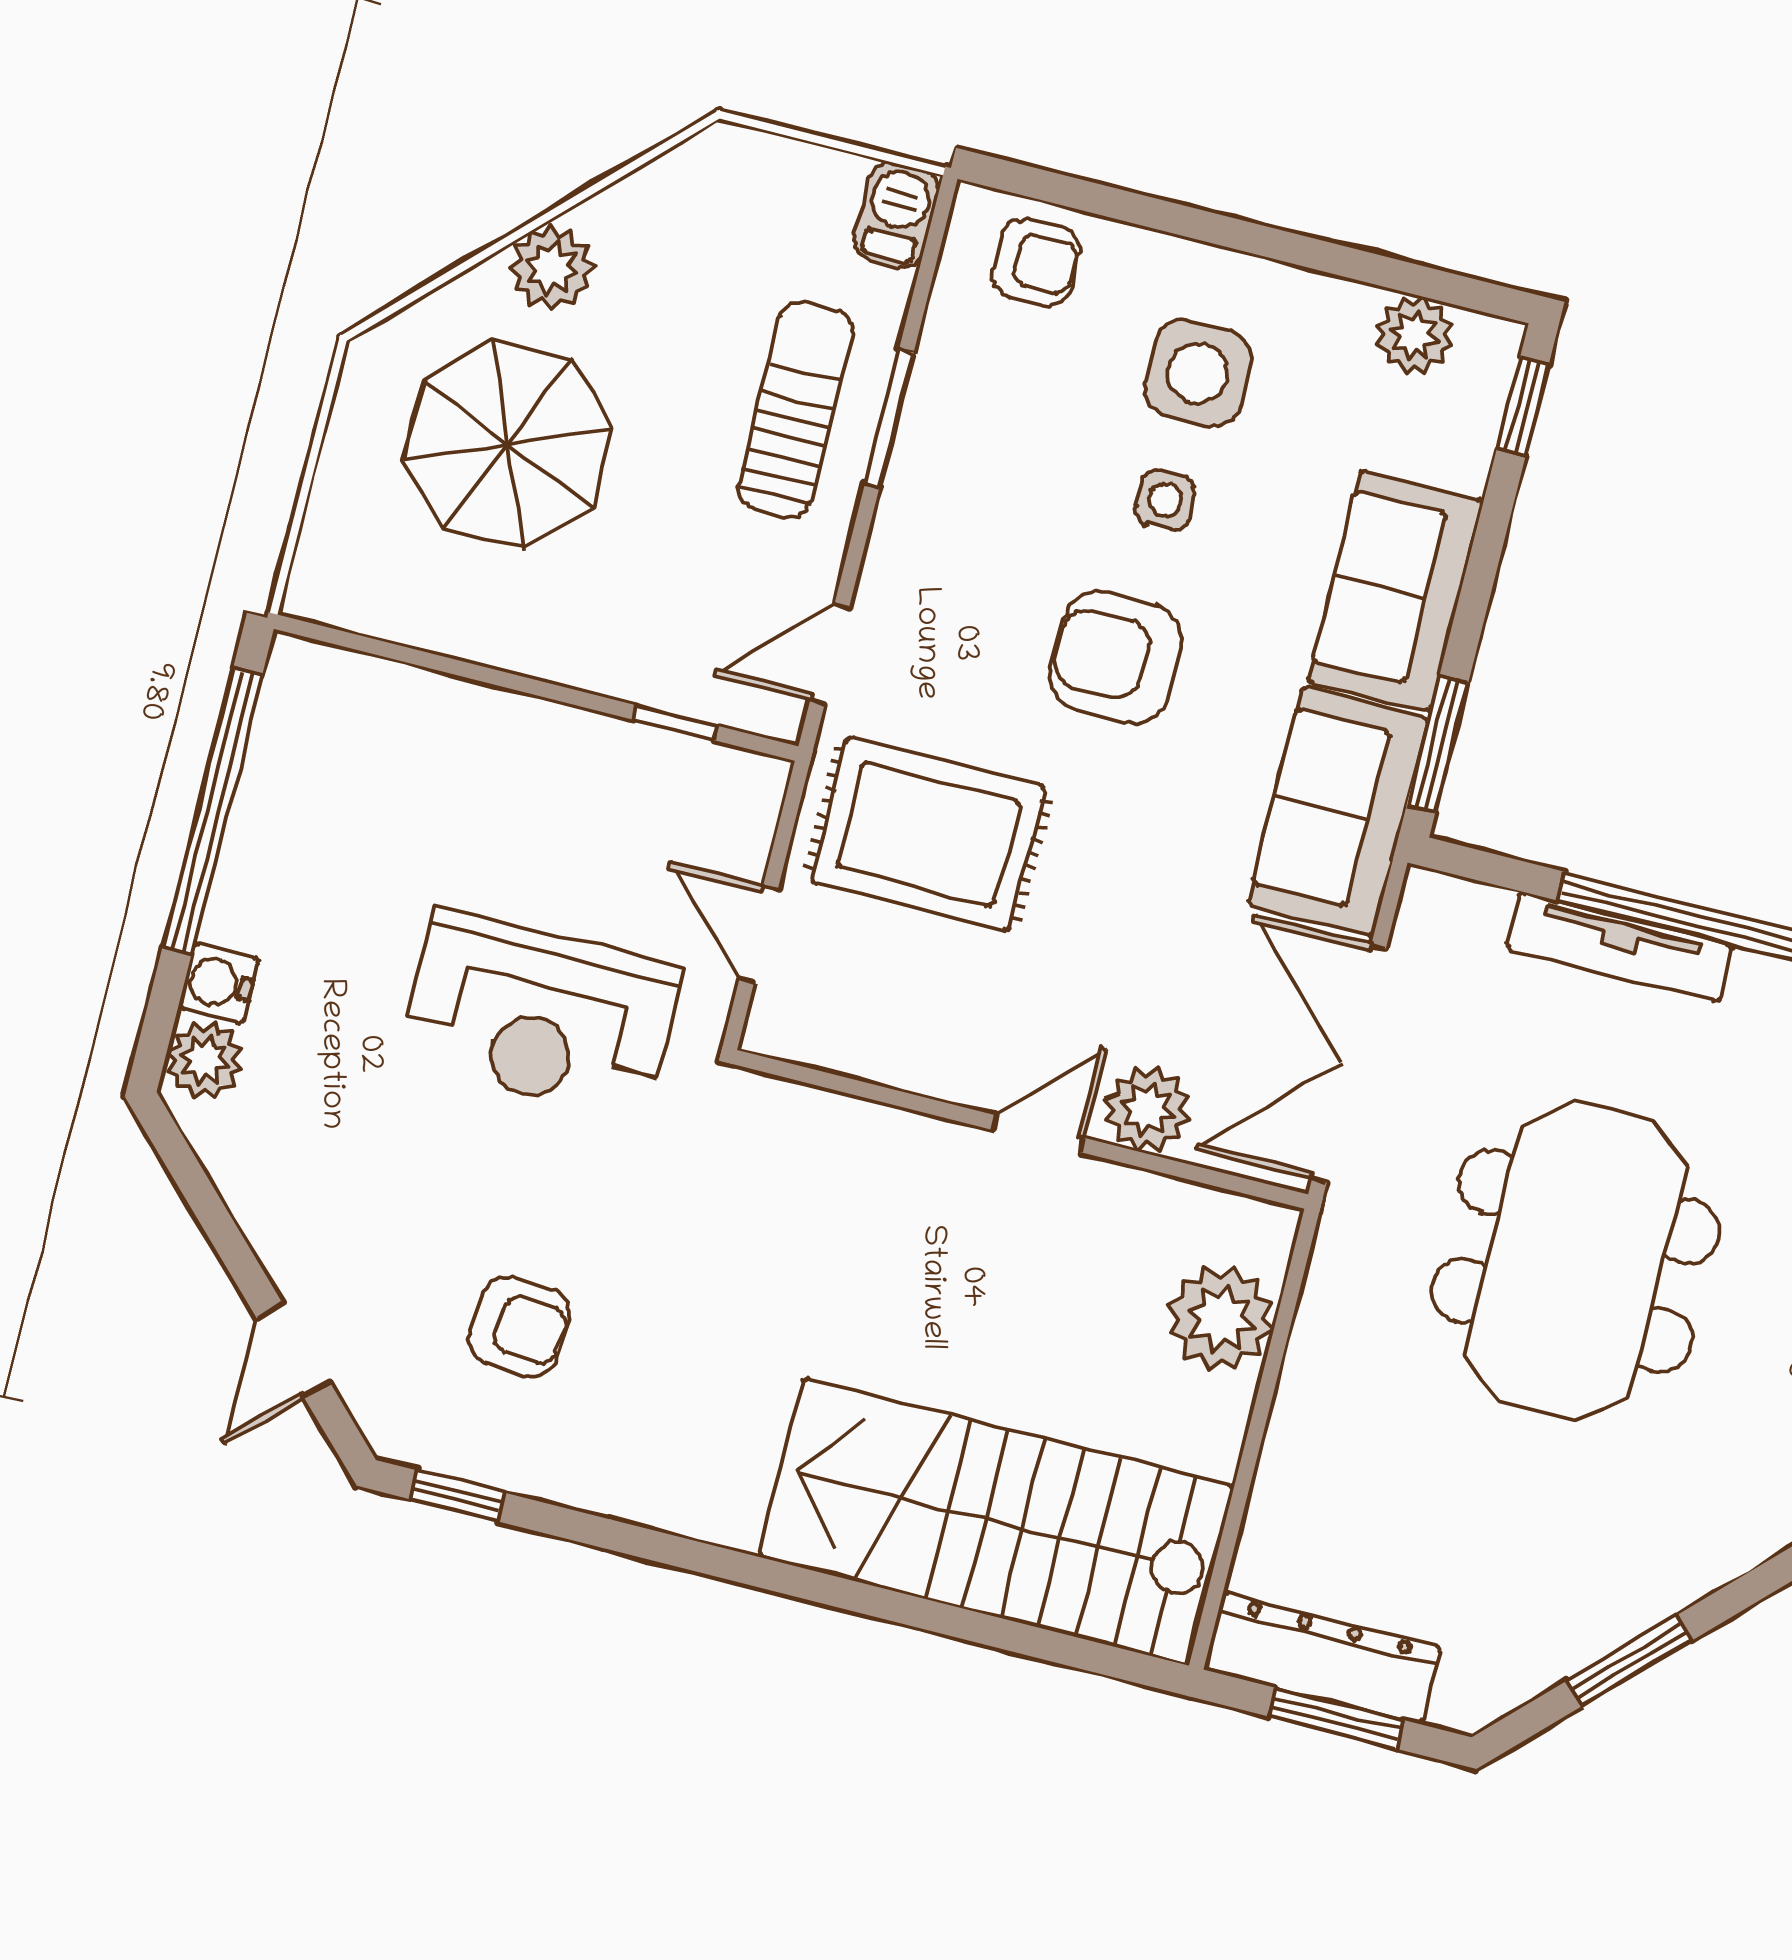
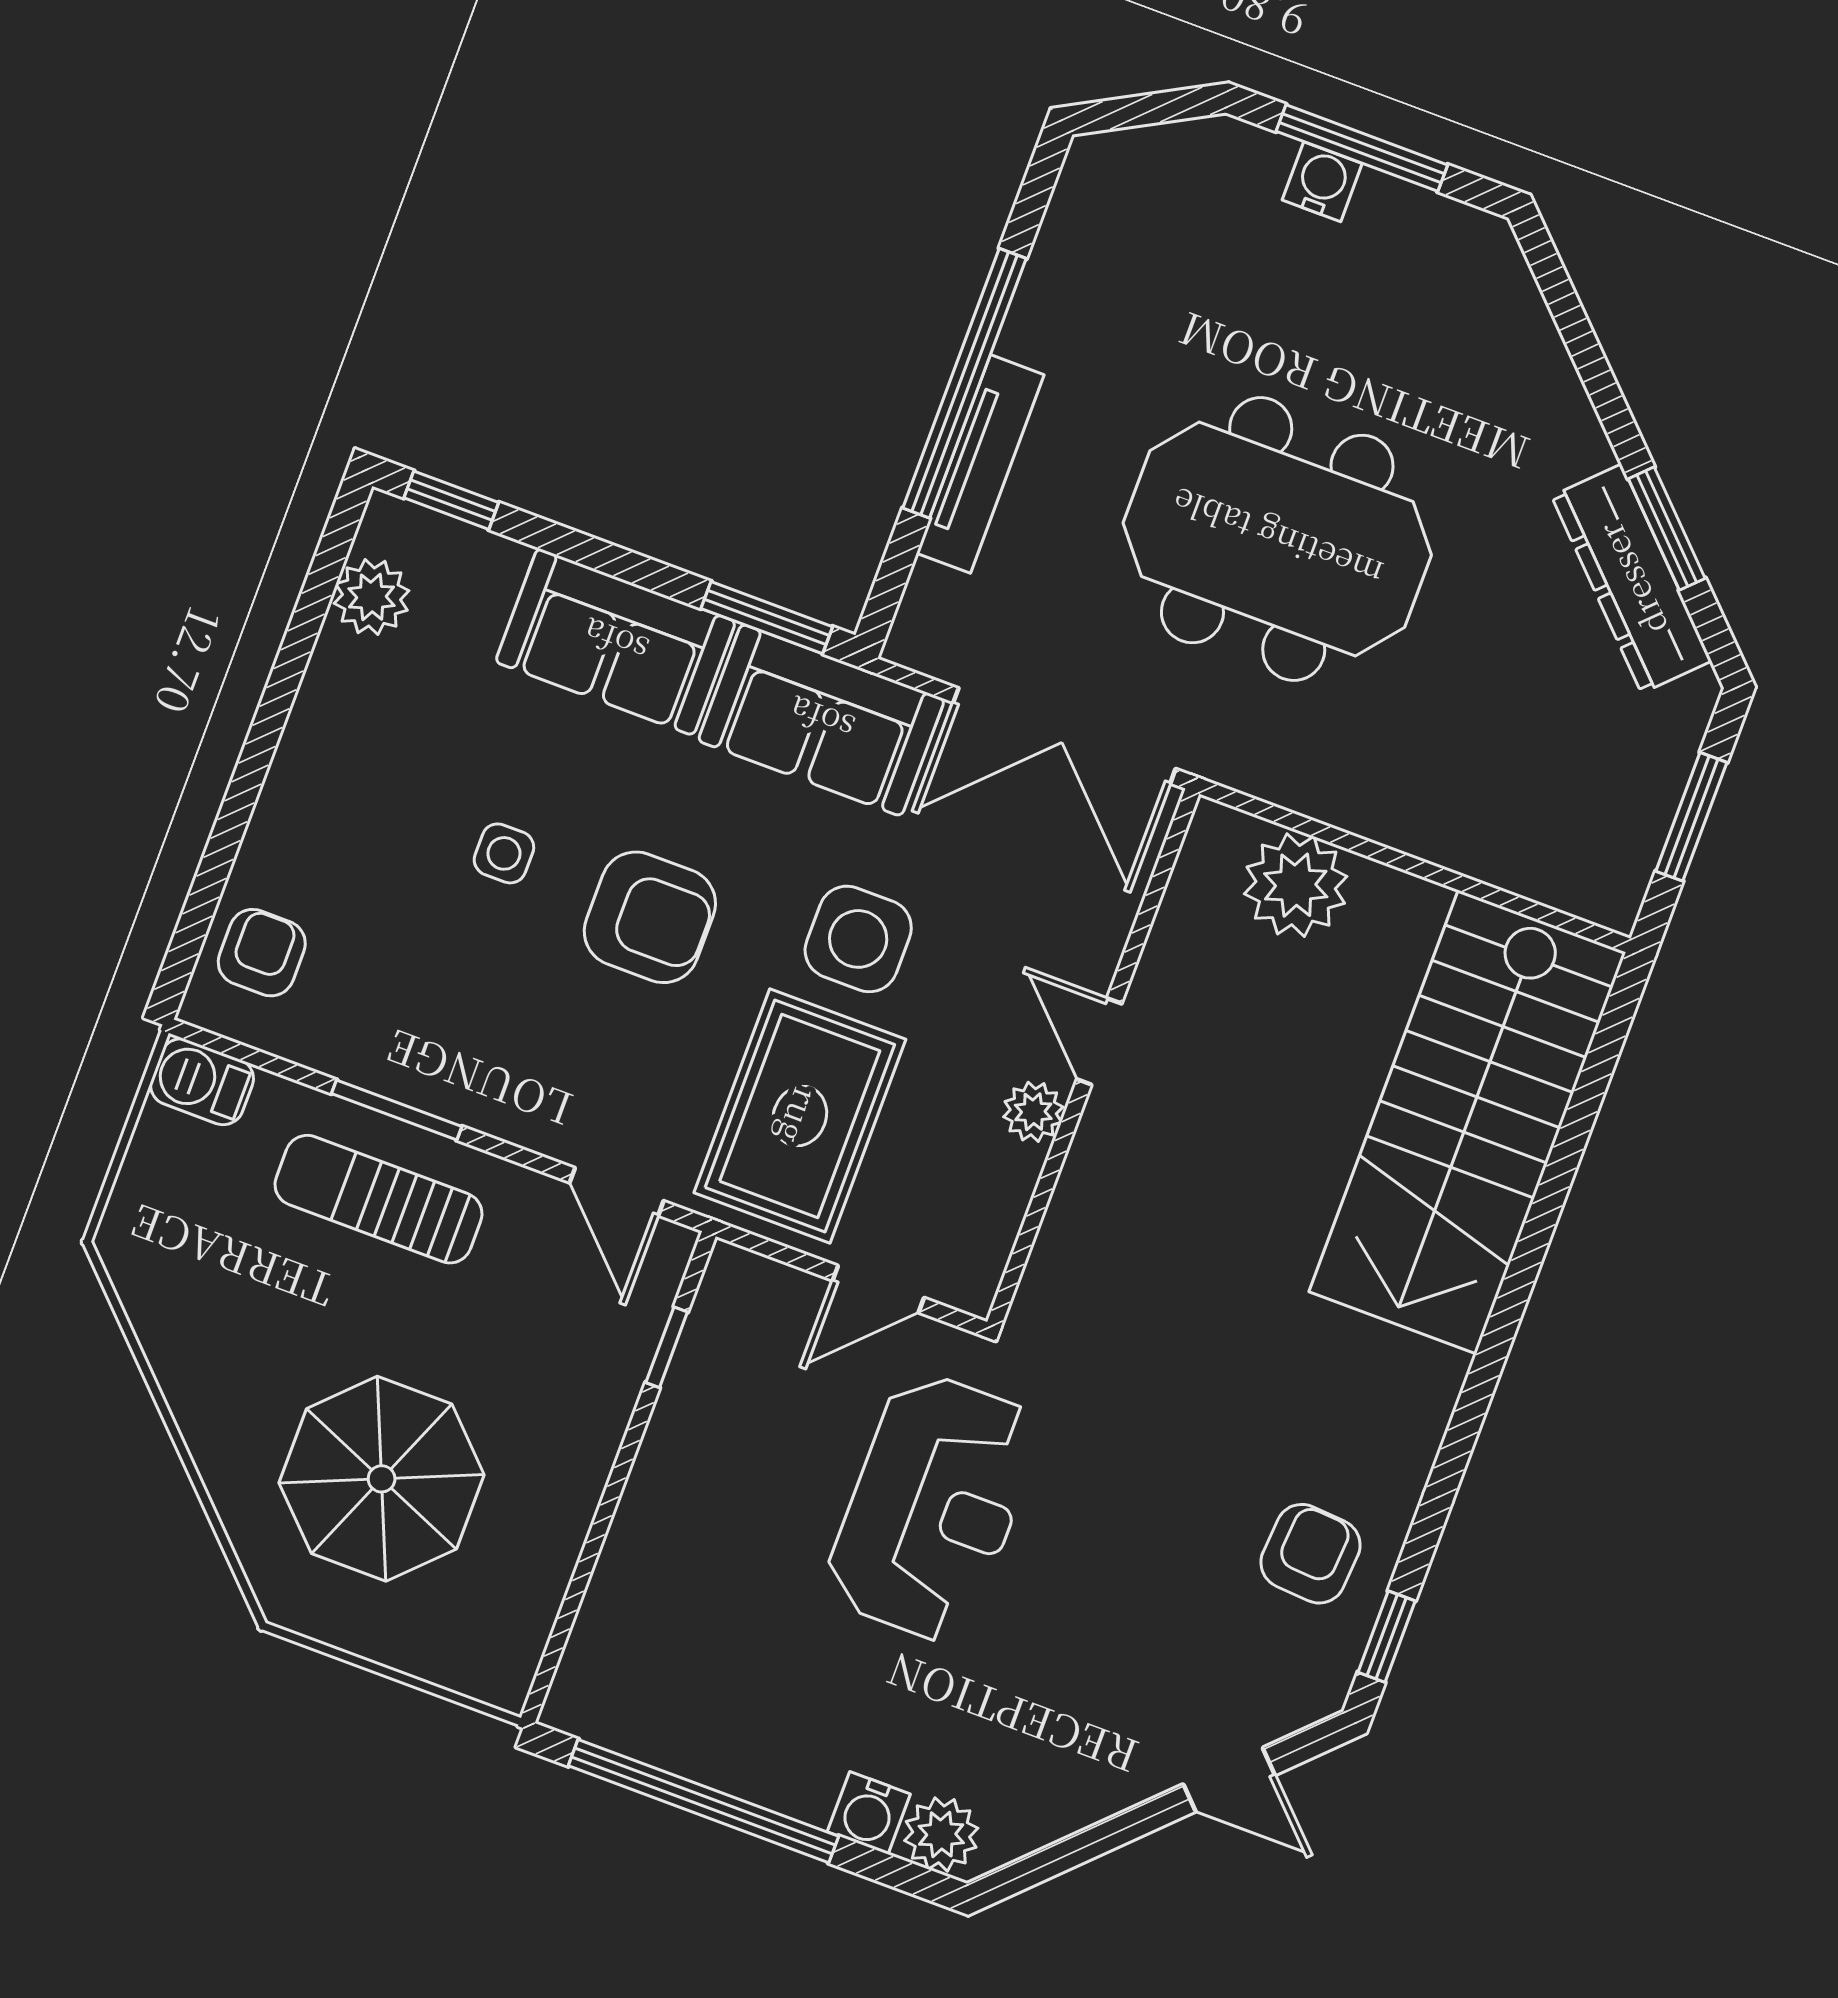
plant: (552, 268) -> (217, 1418), removed
side table: (1198, 373) -> (858, 939), moved
armchair: (1116, 657) -> (650, 917), turned -90
plant: (1147, 1109) -> (1033, 1112), moved, width x0.73, depth x0.73
armchair: (520, 1327) -> (1311, 1554), moved
dresser: (1322, 1658) -> (1631, 579), moved, turned -45

